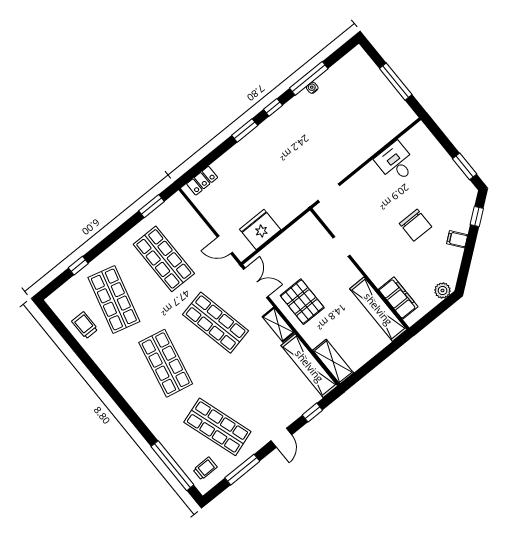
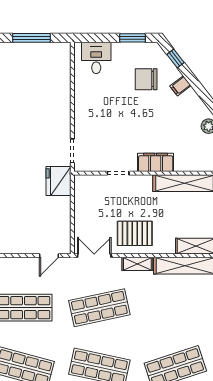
desk: (396, 162) -> (96, 58), moved, turned 90
chair: (416, 225) -> (146, 79), moved, turned 180
fridge: (260, 229) -> (59, 181), moved
filing cabinet: (398, 298) -> (156, 162), moved

